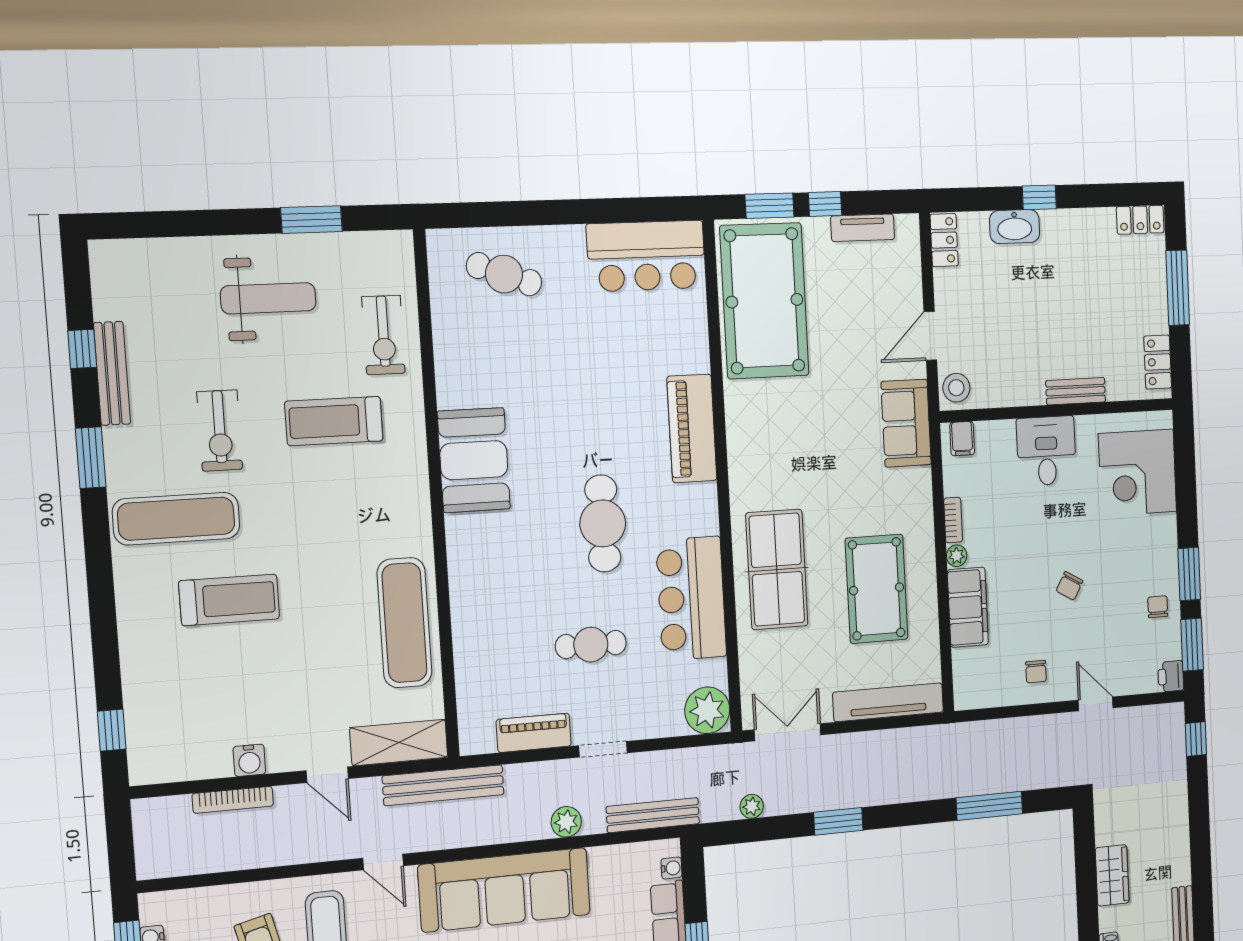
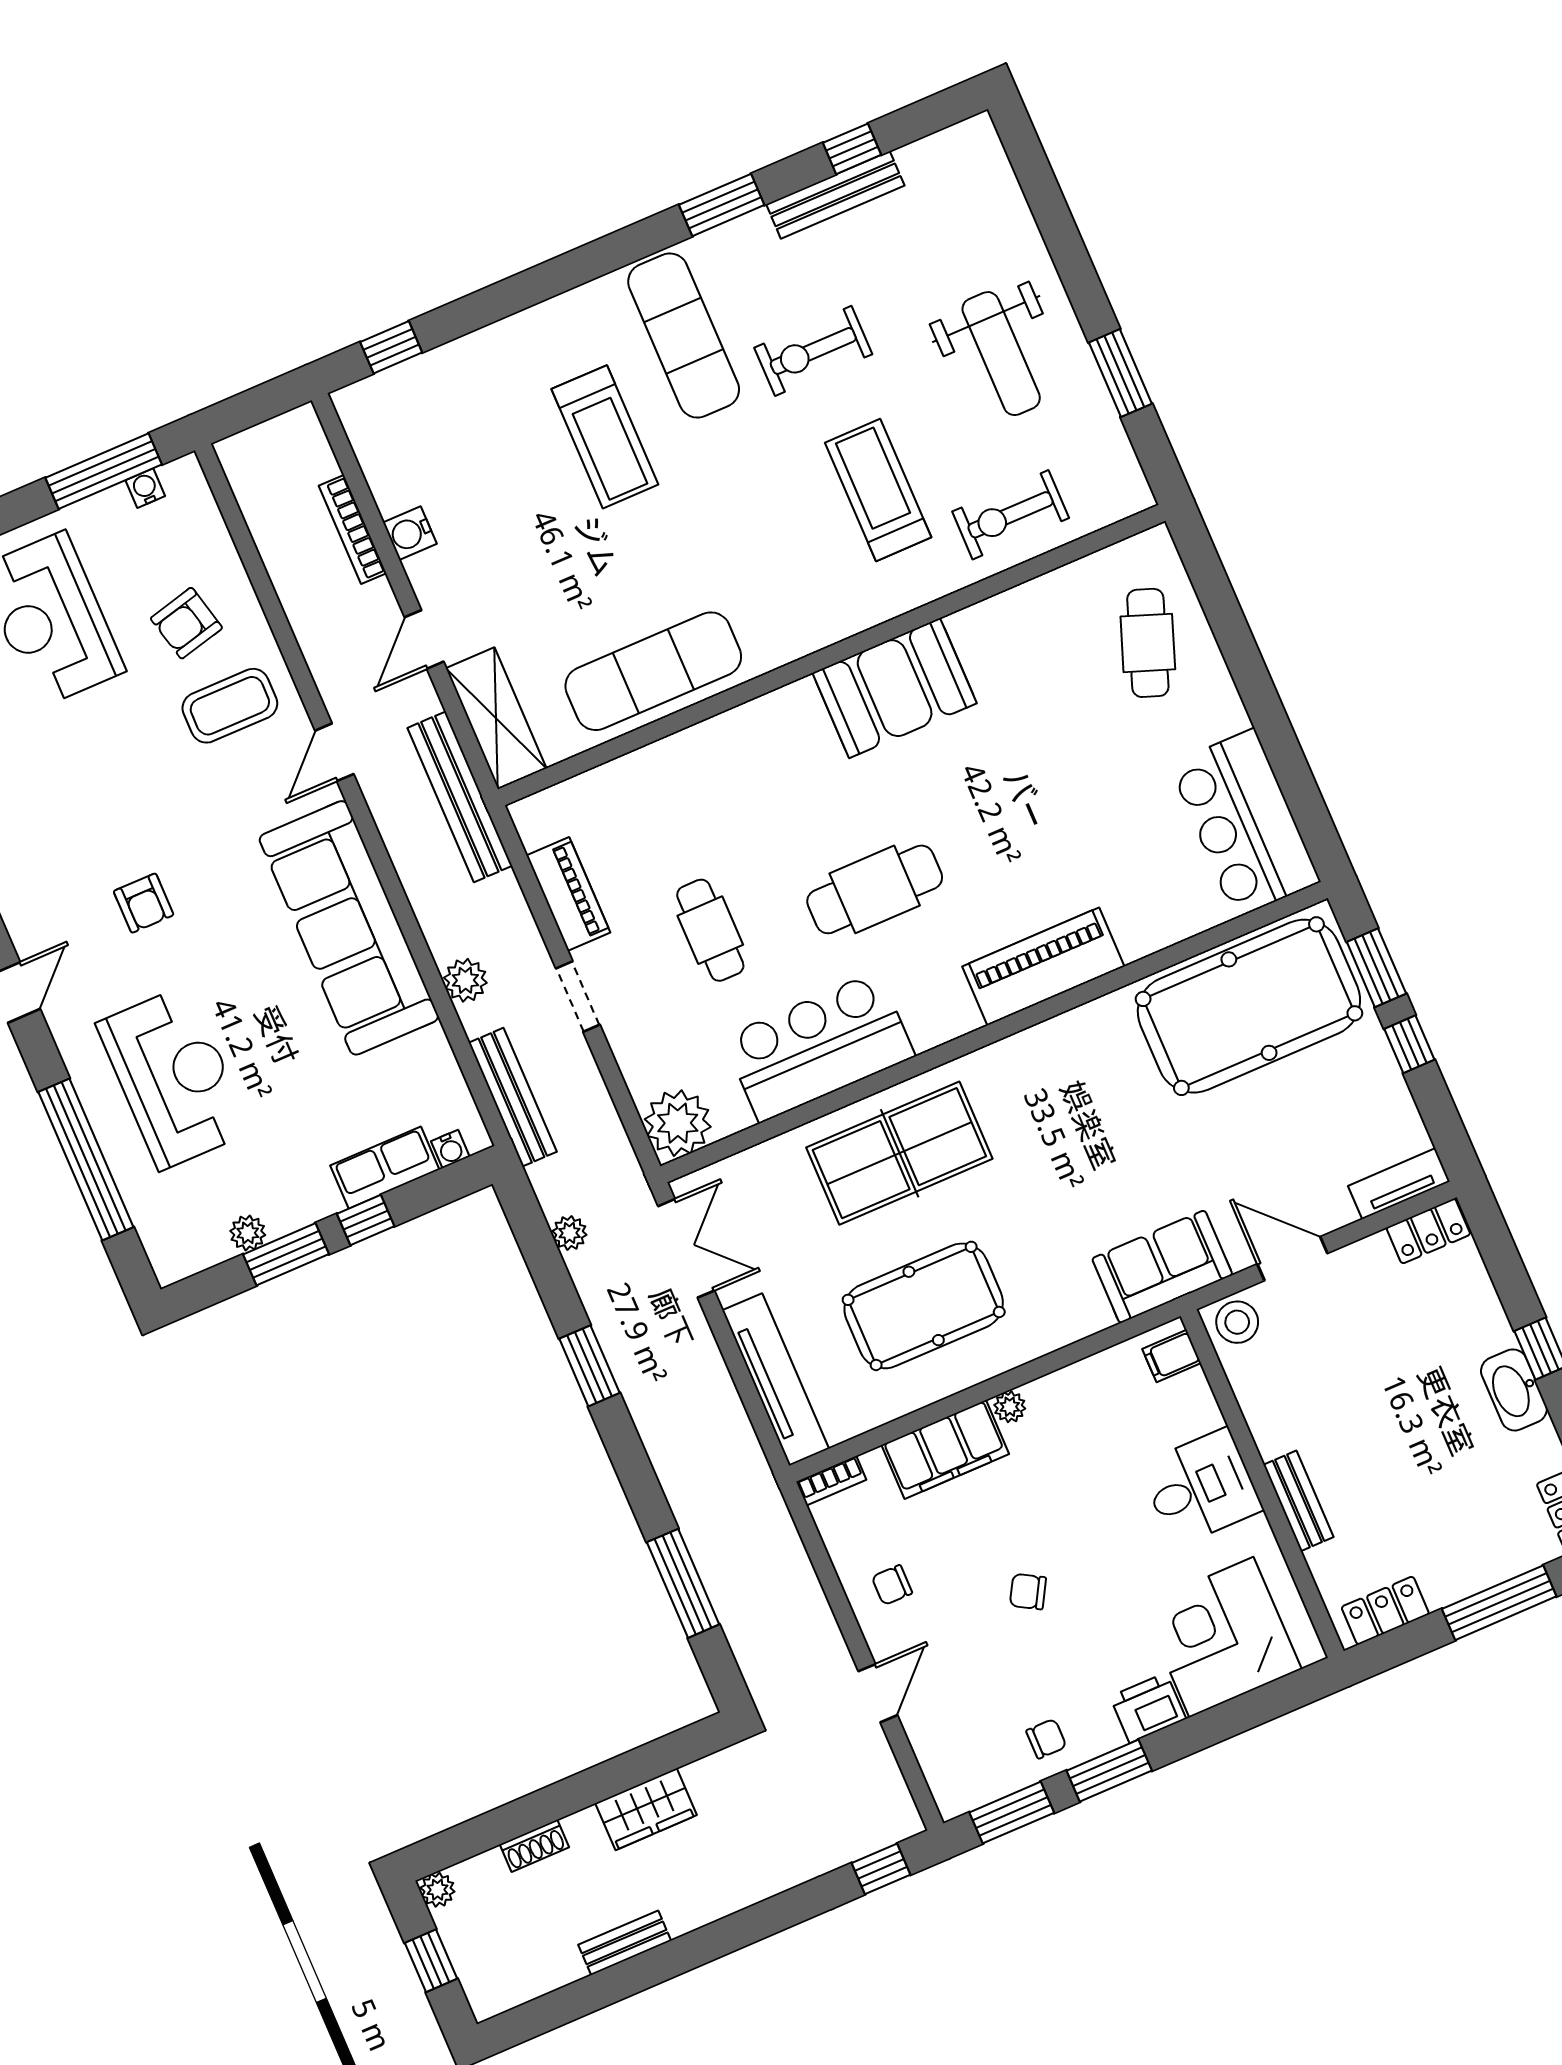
washbasin: (1015, 227) -> (1514, 1390), moved
tv unit: (863, 228) -> (1399, 1184), moved, turned 90
bookcase: (953, 520) -> (831, 1481), moved
printer: (1171, 676) -> (1148, 1708), moved, width x1.36, depth x1.24

